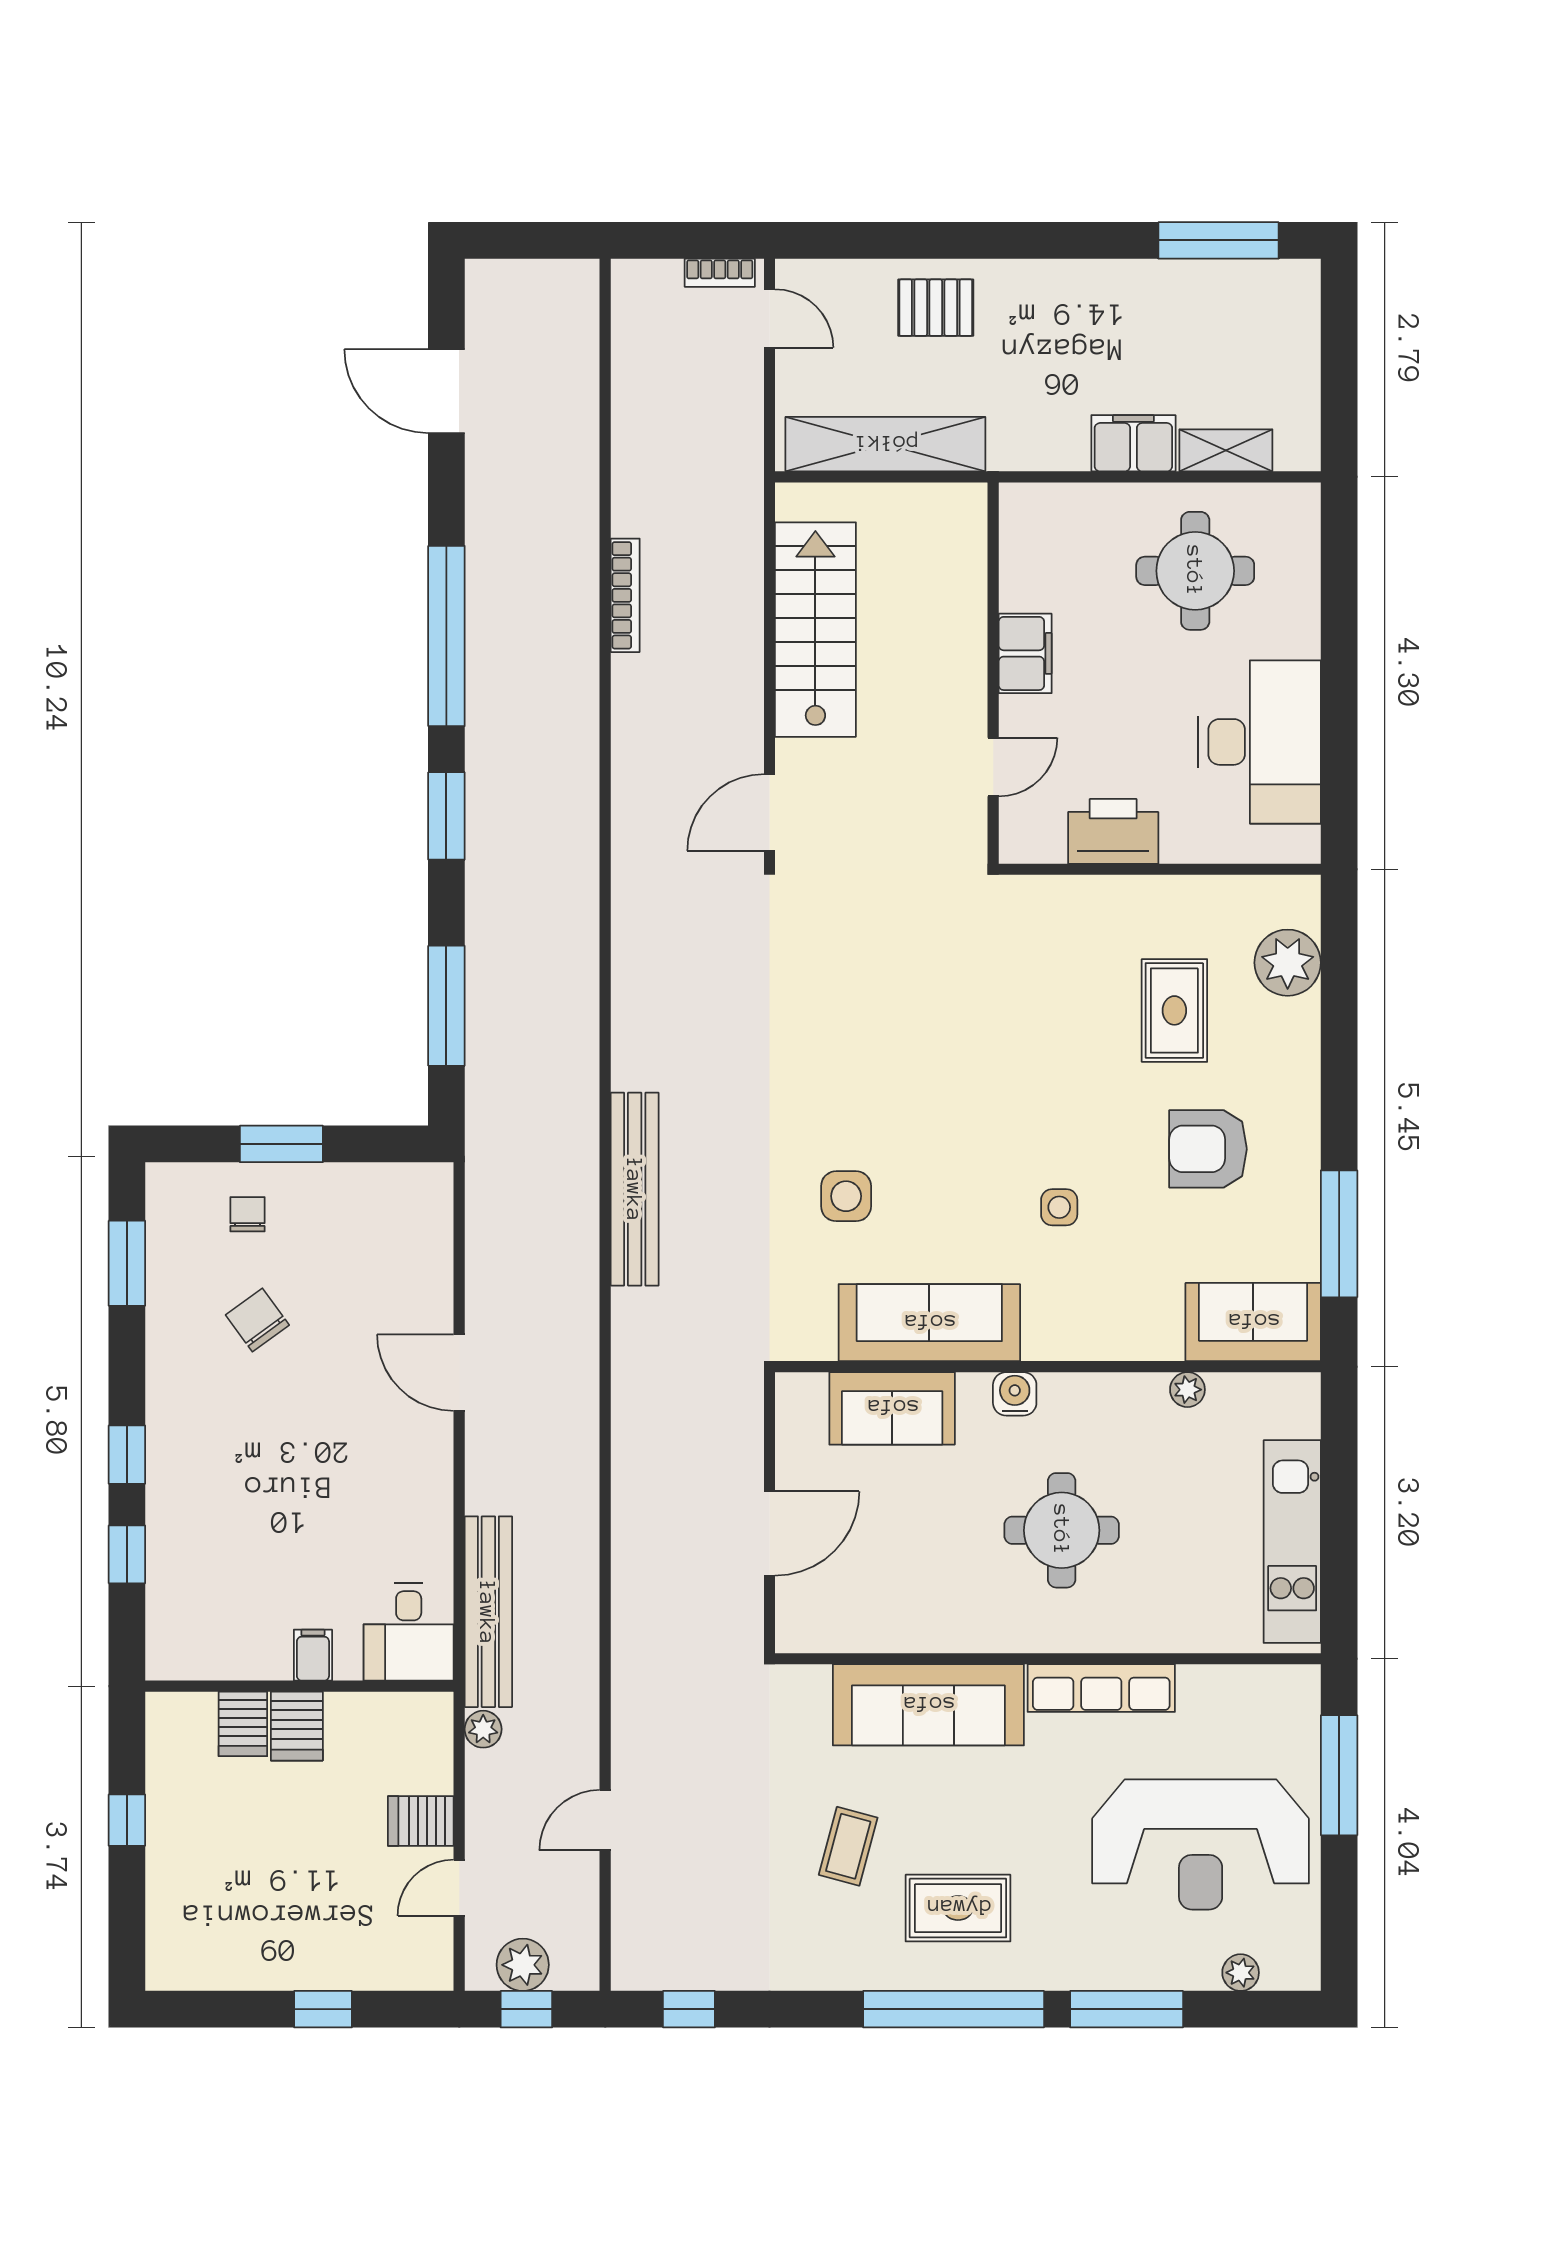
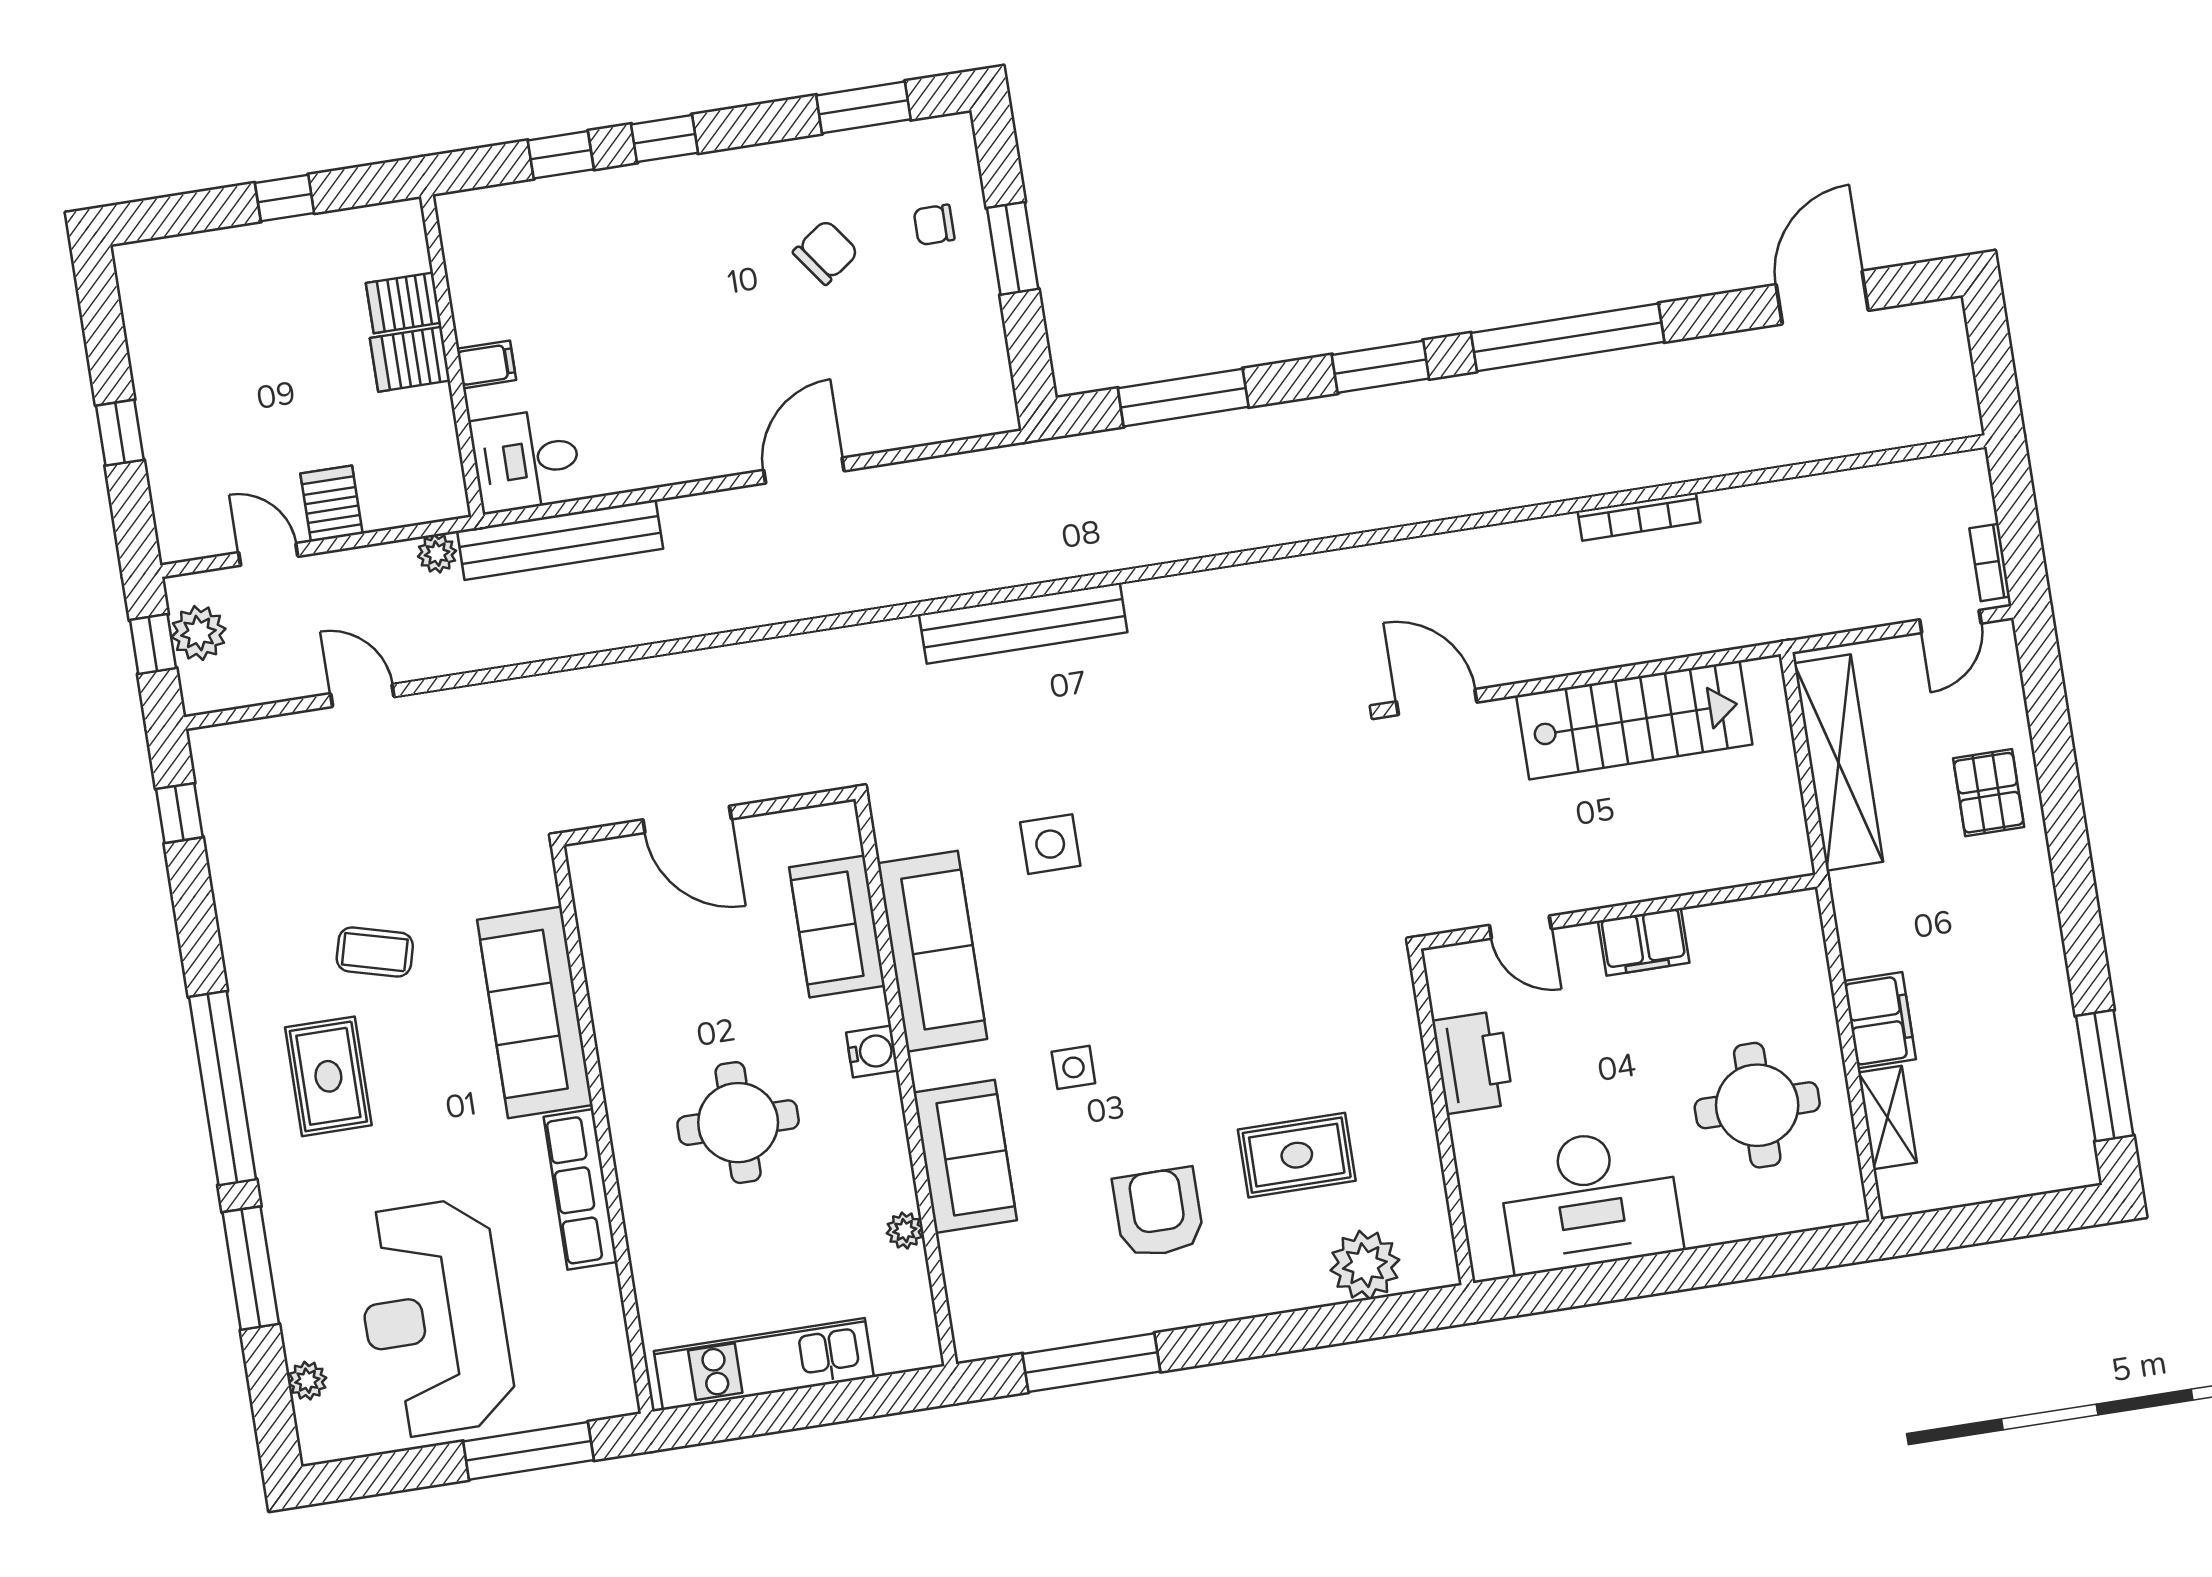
chair: (248, 1214) -> (934, 225), turned 180
sofa: (1253, 1322) -> (965, 1156), moved

